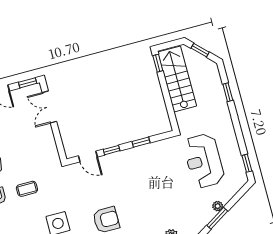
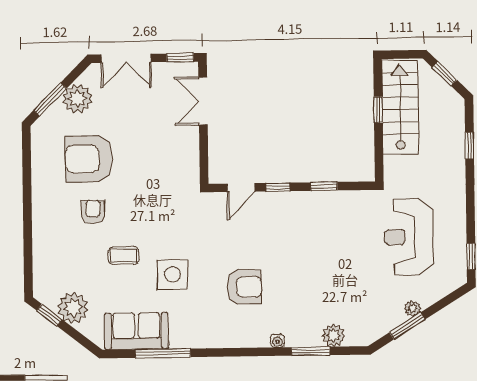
window: (158, 63) -> (378, 110), moved
door: (88, 156) -> (241, 188), hinge flipped
coffee table: (27, 189) -> (124, 256), moved

